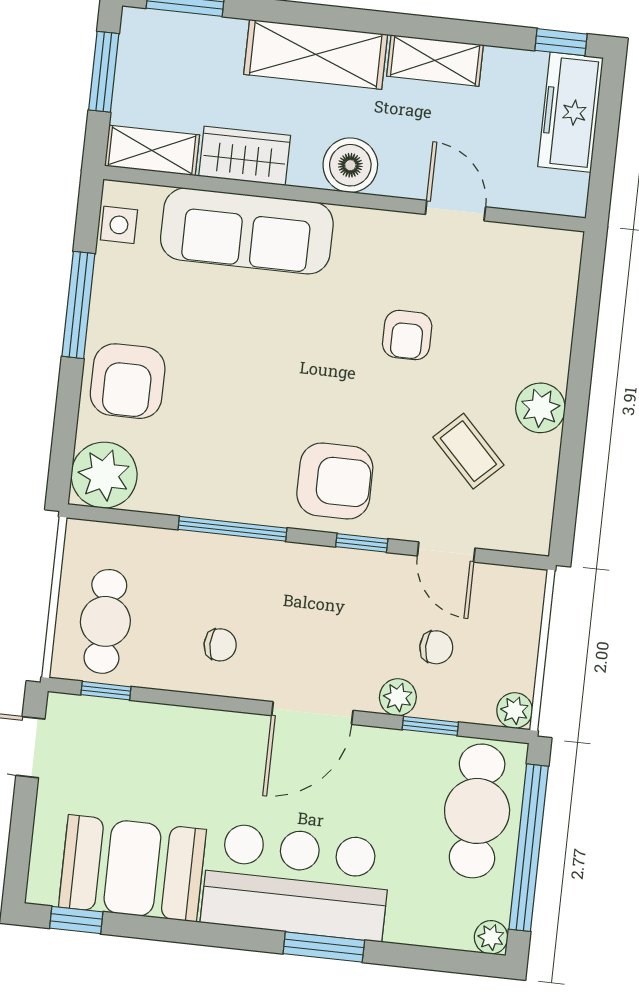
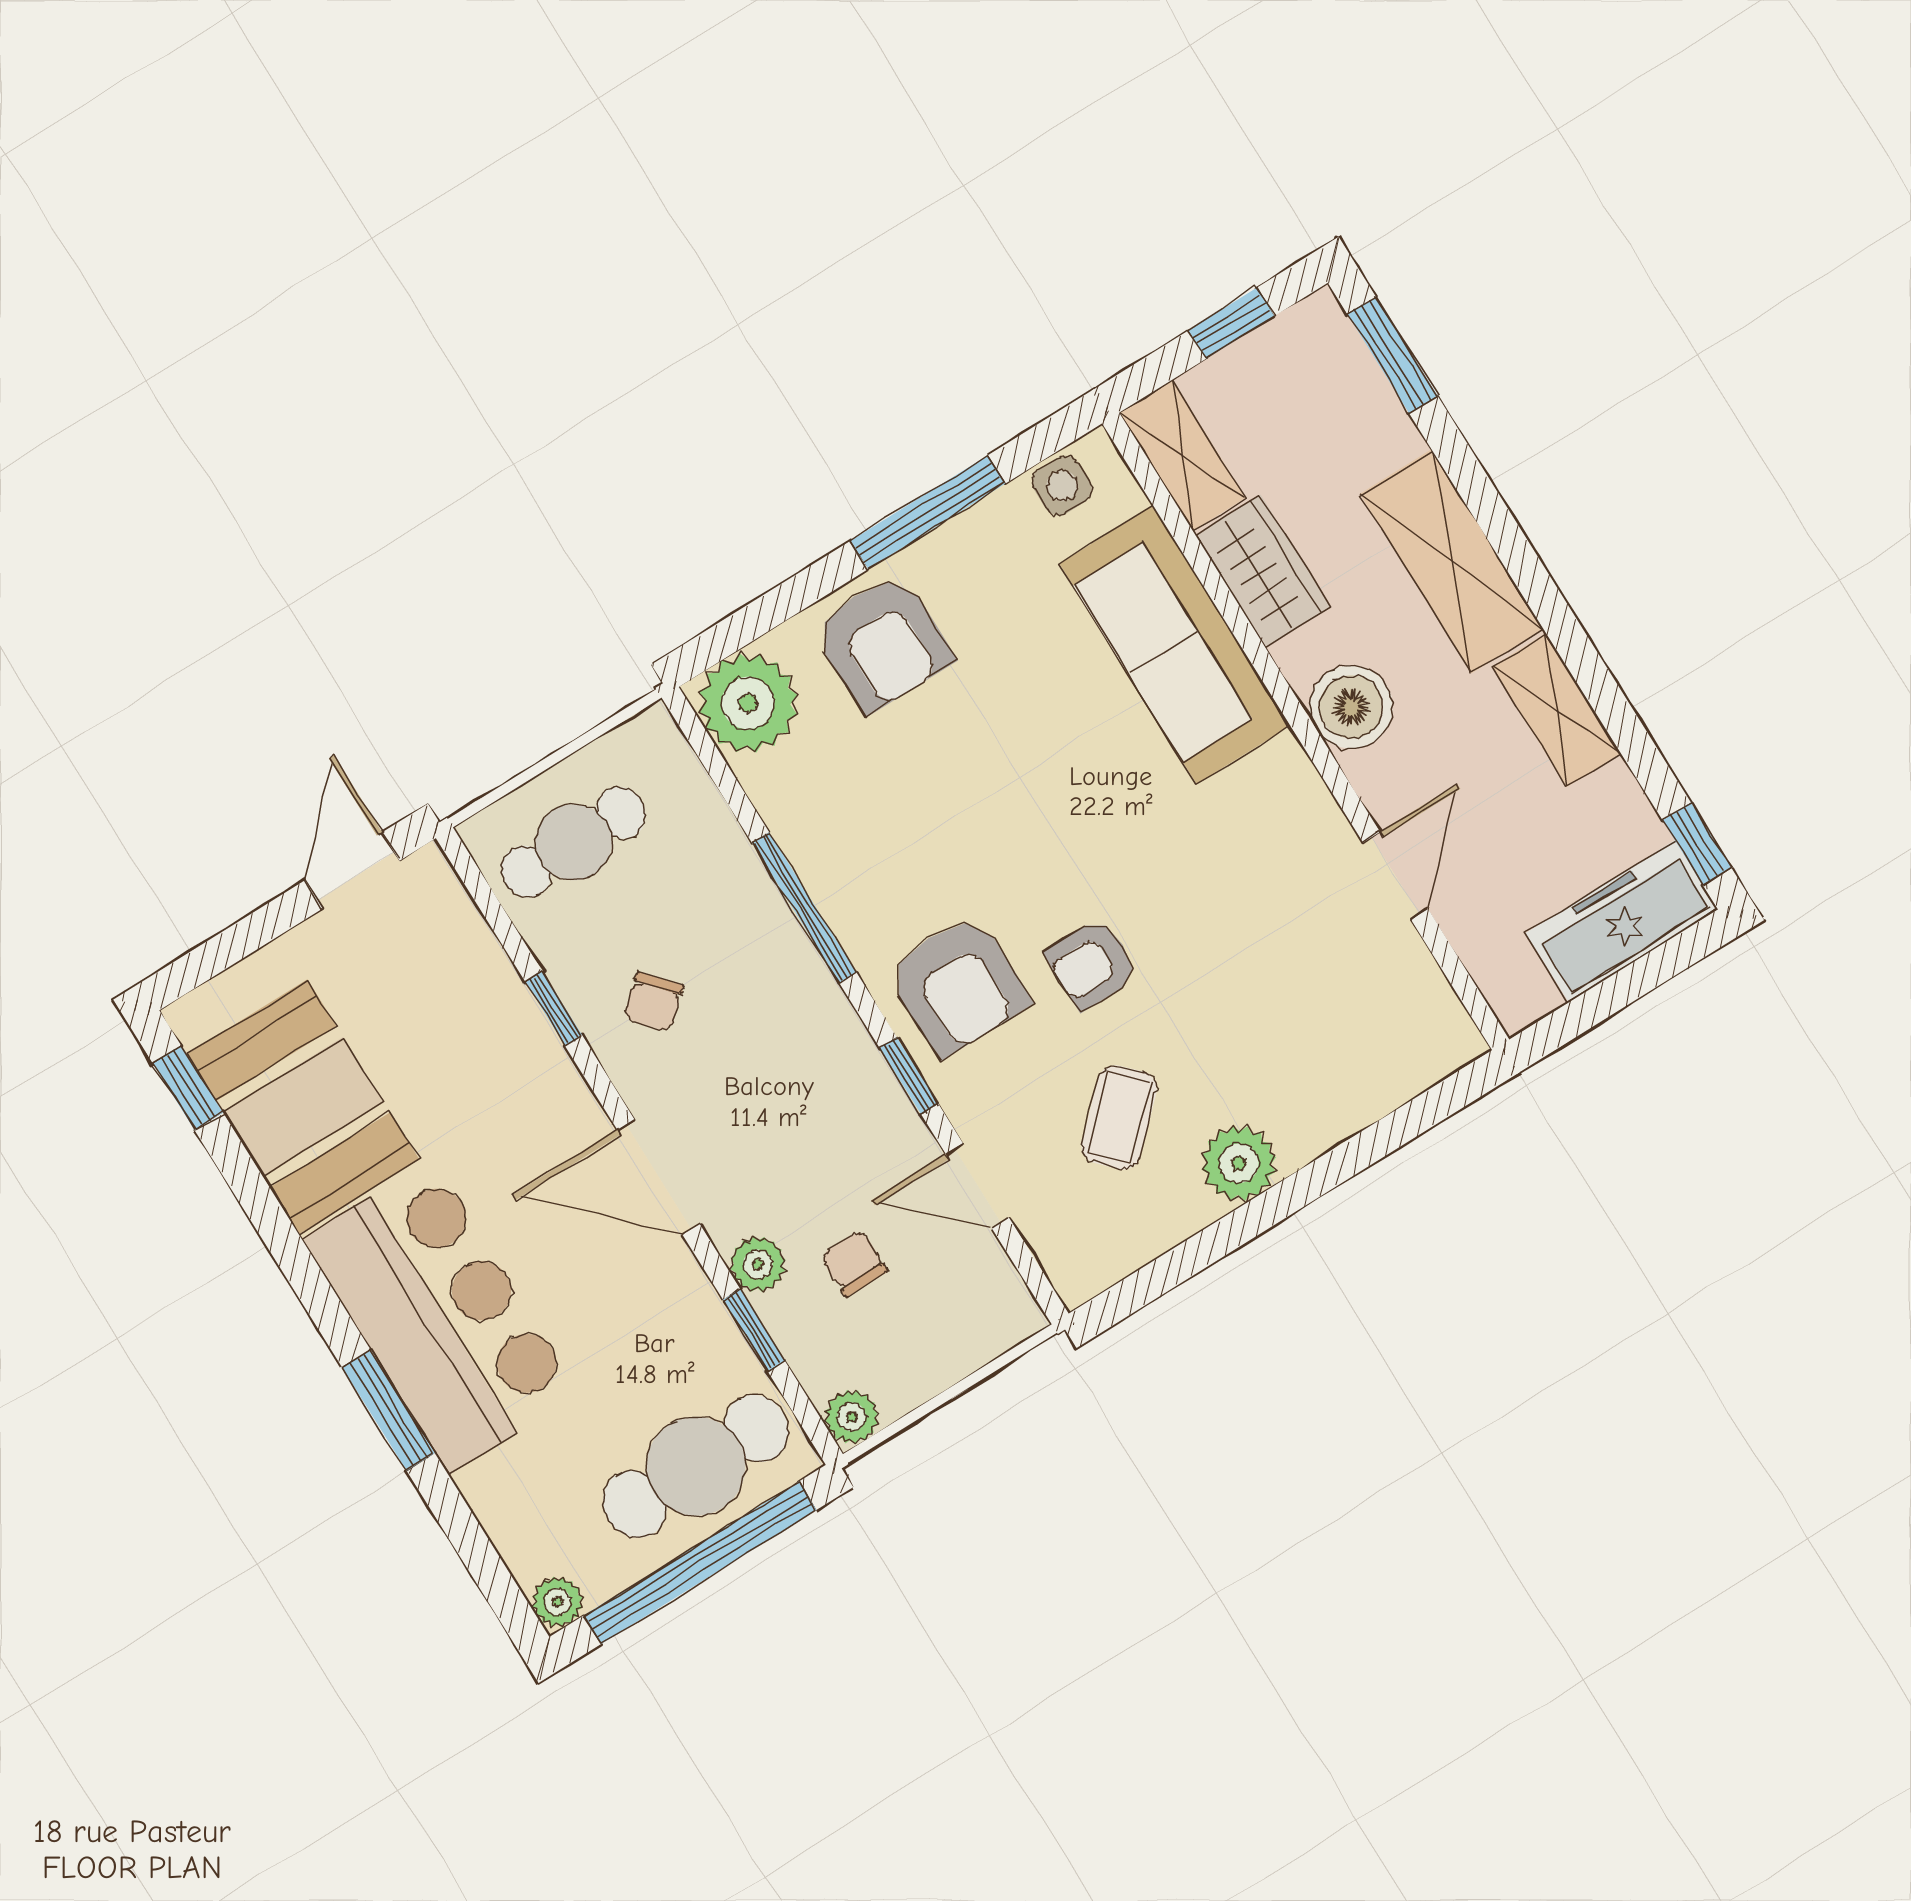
window: (104, 72) -> (1231, 323), width x0.67
armchair: (407, 335) -> (1092, 964), moved
armchair: (128, 381) -> (883, 643), turned -90
door: (446, 552) -> (977, 1186), hinge flipped
chair: (220, 645) -> (654, 1002), turned 49
chair: (436, 647) -> (854, 1263), turned 180
window: (106, 691) -> (554, 1009), moved

